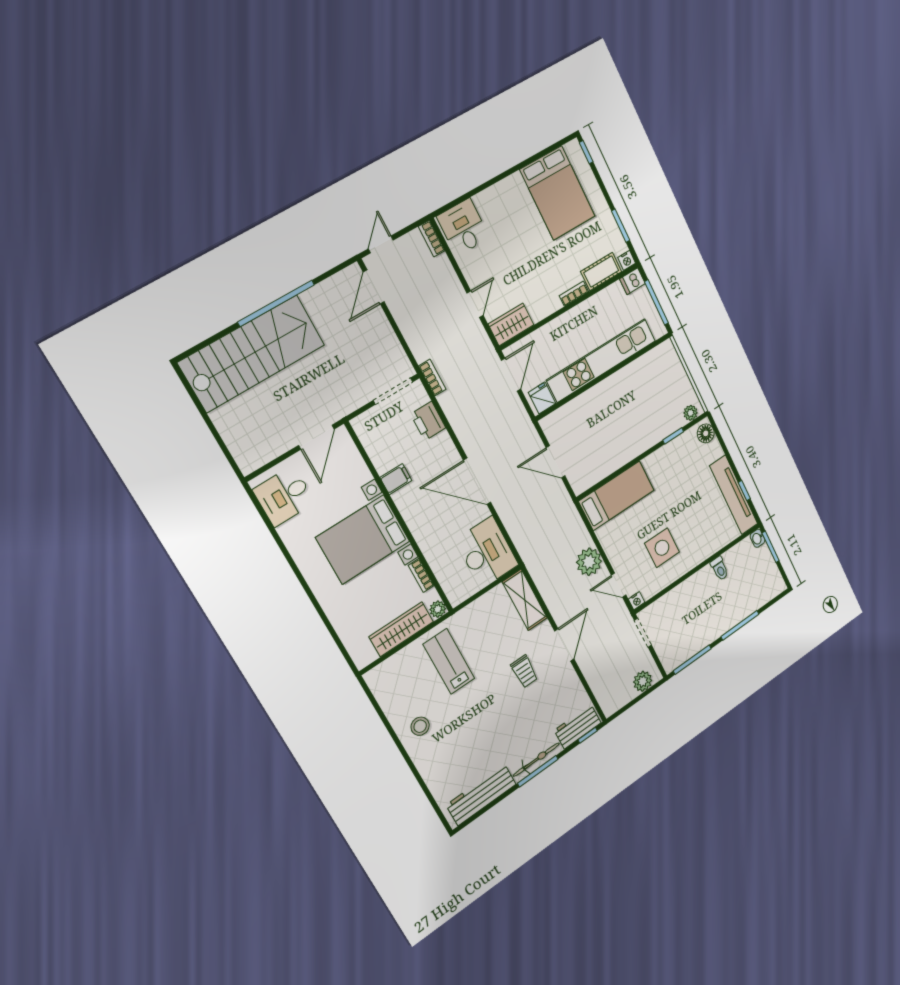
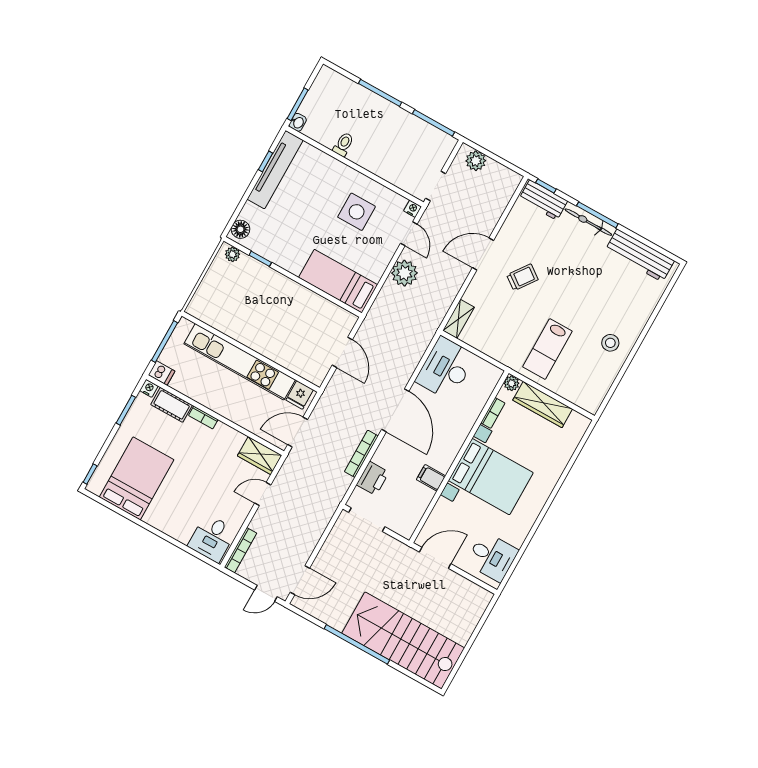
bookcase: (432, 239) -> (241, 550), width x1.56
bookcase: (432, 378) -> (361, 454), moved, width x1.56
shelving: (525, 600) -> (459, 319), width x0.67, depth x0.75
trolley: (524, 671) -> (522, 277), turned 36

